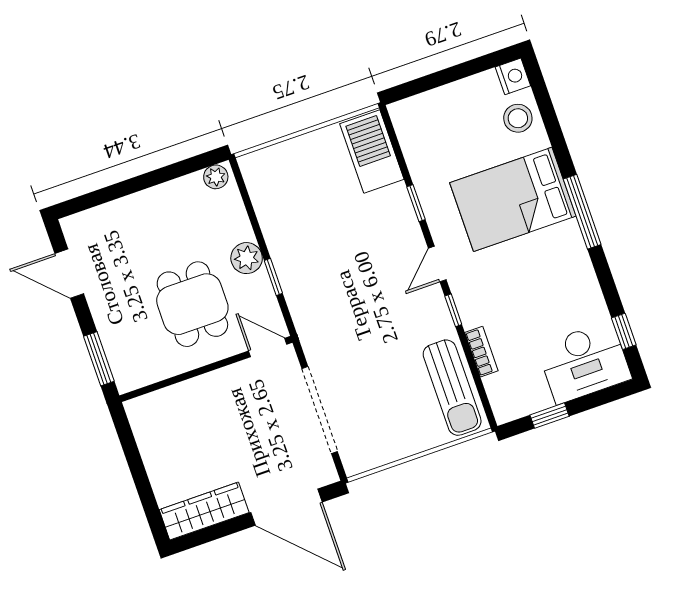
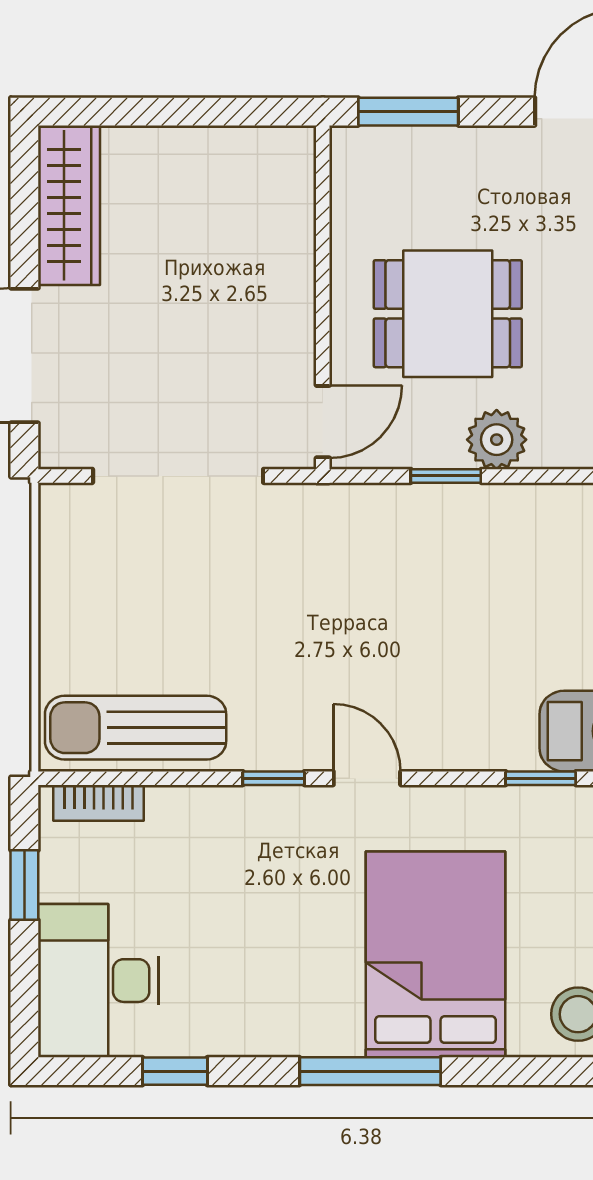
window: (416, 203) -> (541, 778), moved
window: (624, 331) -> (175, 1071), moved
bookcase: (481, 352) -> (99, 803), moved

